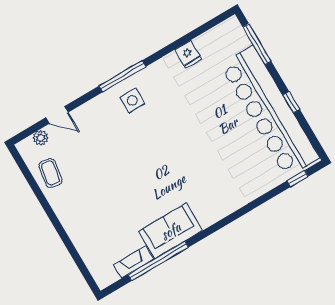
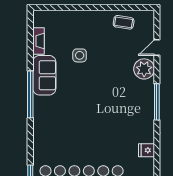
side table: (132, 100) -> (80, 55), moved
plant: (41, 138) -> (144, 69), moved, width x1.87, depth x1.87
window: (158, 261) -> (30, 94), moved

